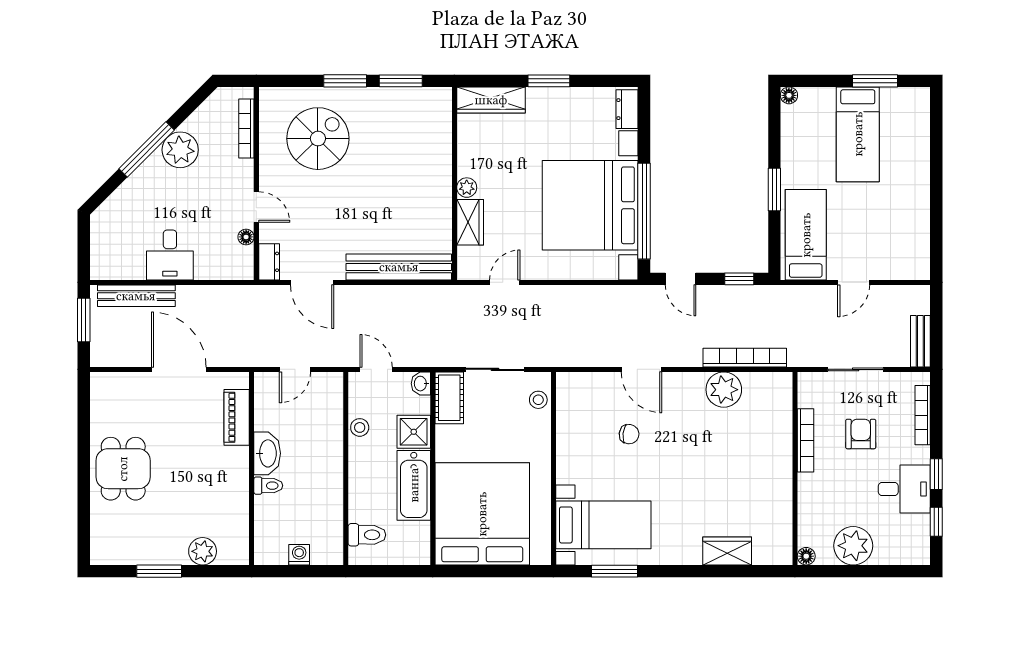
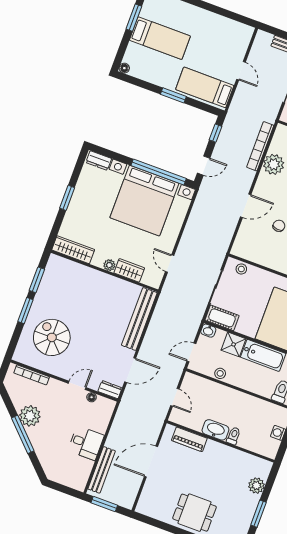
wardrobe: (491, 100) -> (73, 250), moved, turned -90

